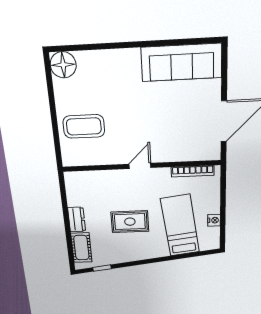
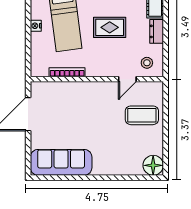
door: (140, 166) -> (127, 79), moved
bookcase: (193, 171) -> (67, 72), moved
stool: (84, 186) -> (147, 63), added

